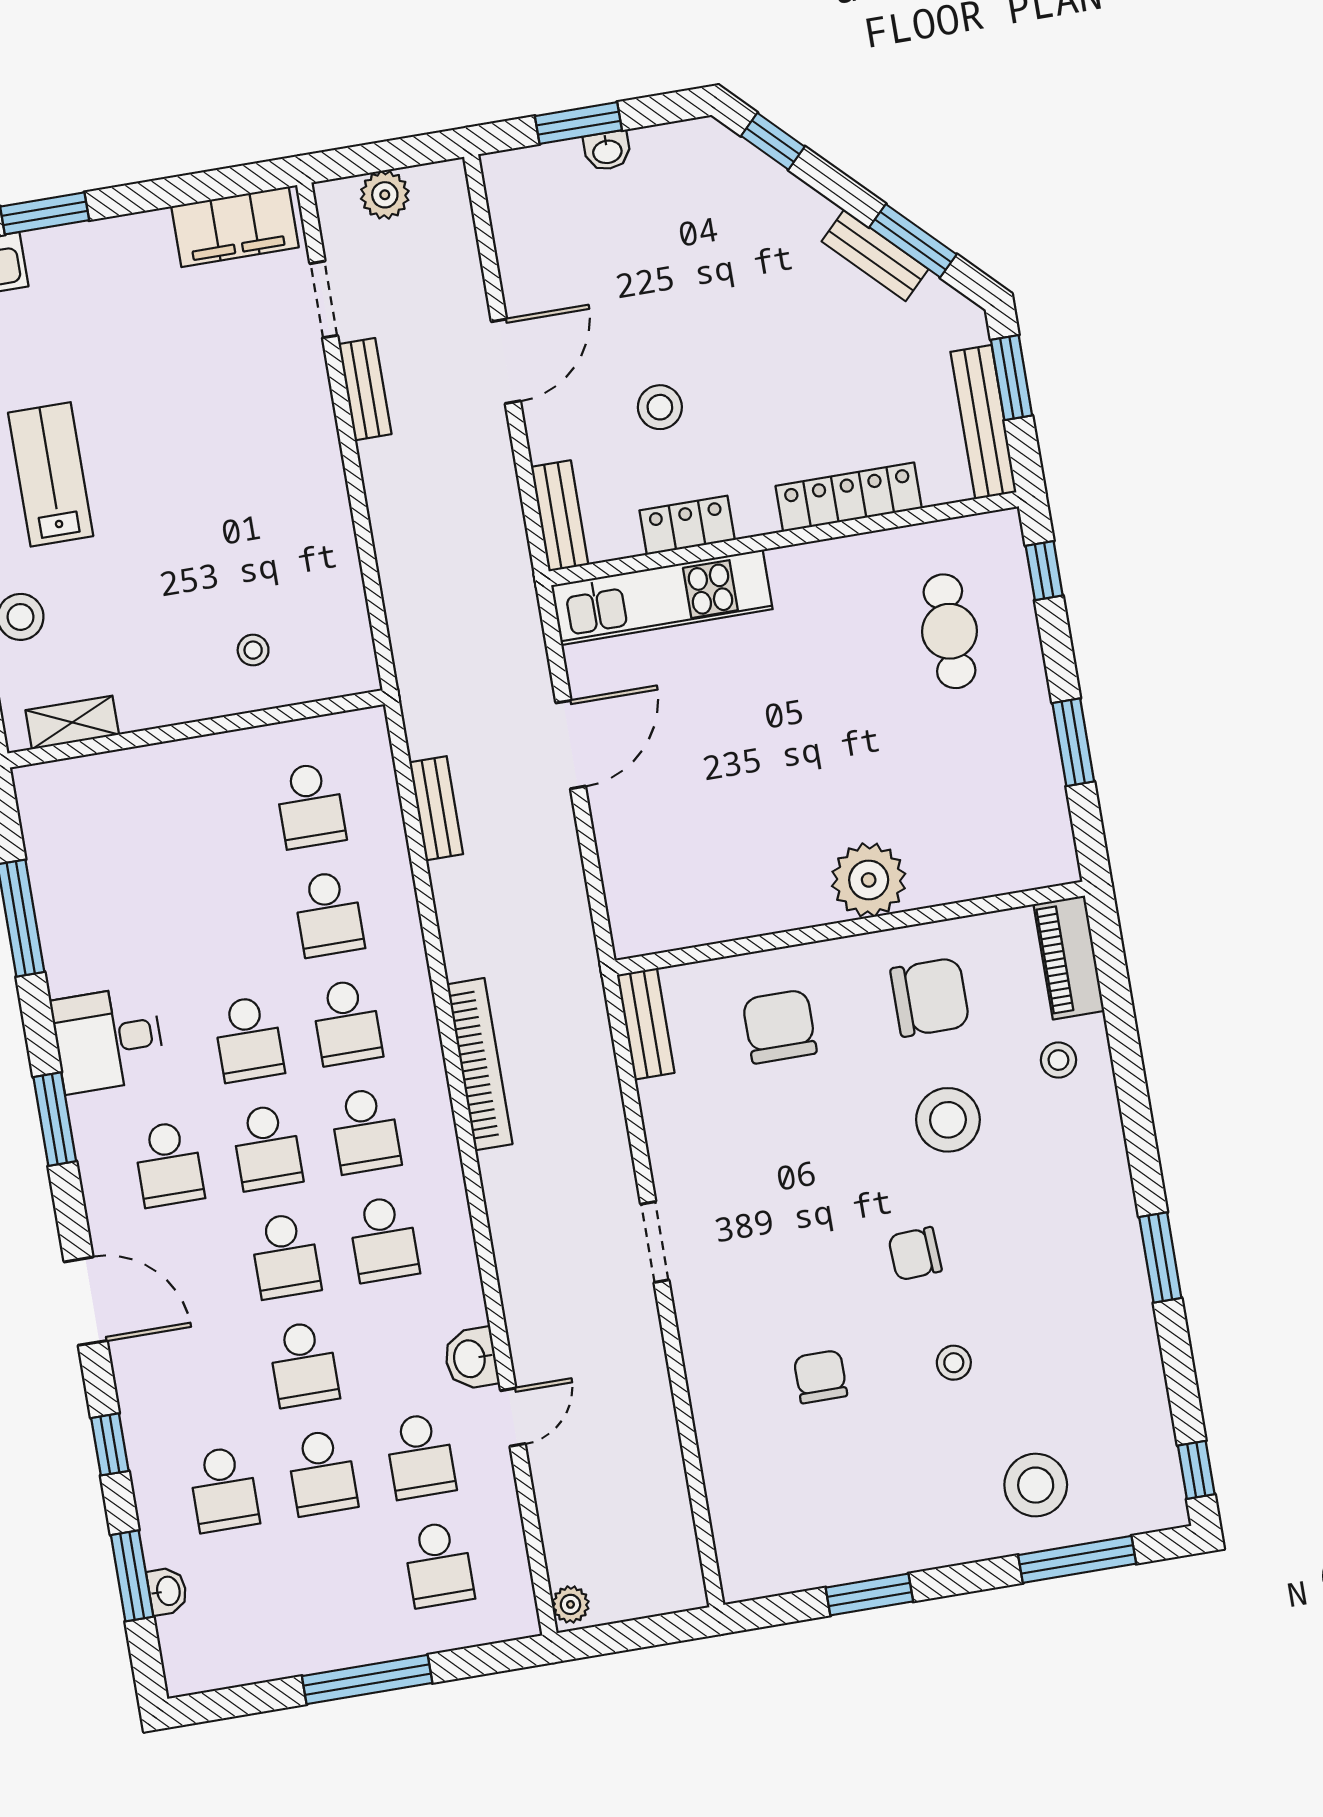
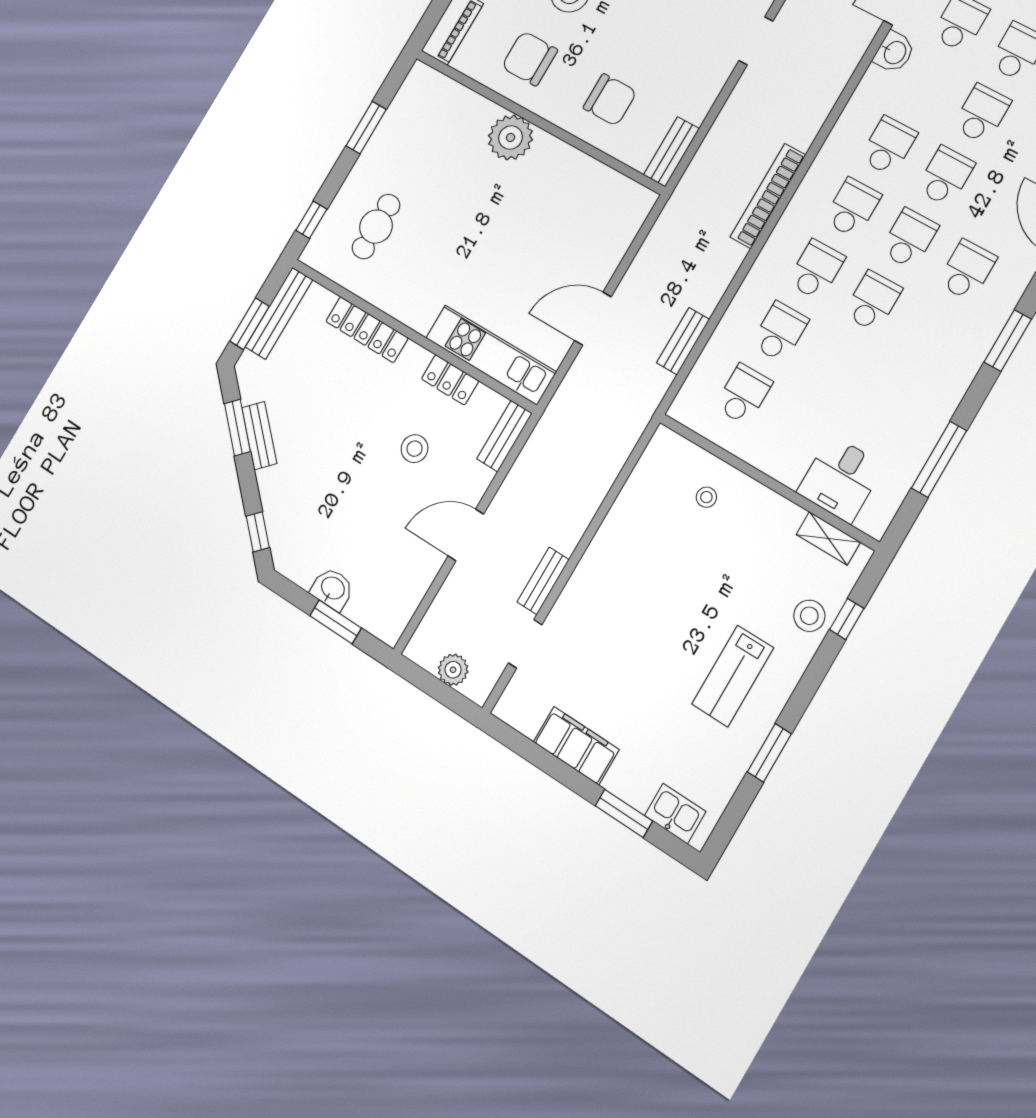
washbasin: (607, 151) -> (332, 589), width x1.38, depth x1.45
filing cabinet: (235, 227) -> (576, 746), moved
chair: (780, 1026) -> (610, 100), turned -90
desk: (108, 1039) -> (840, 479), moved, turned 90

